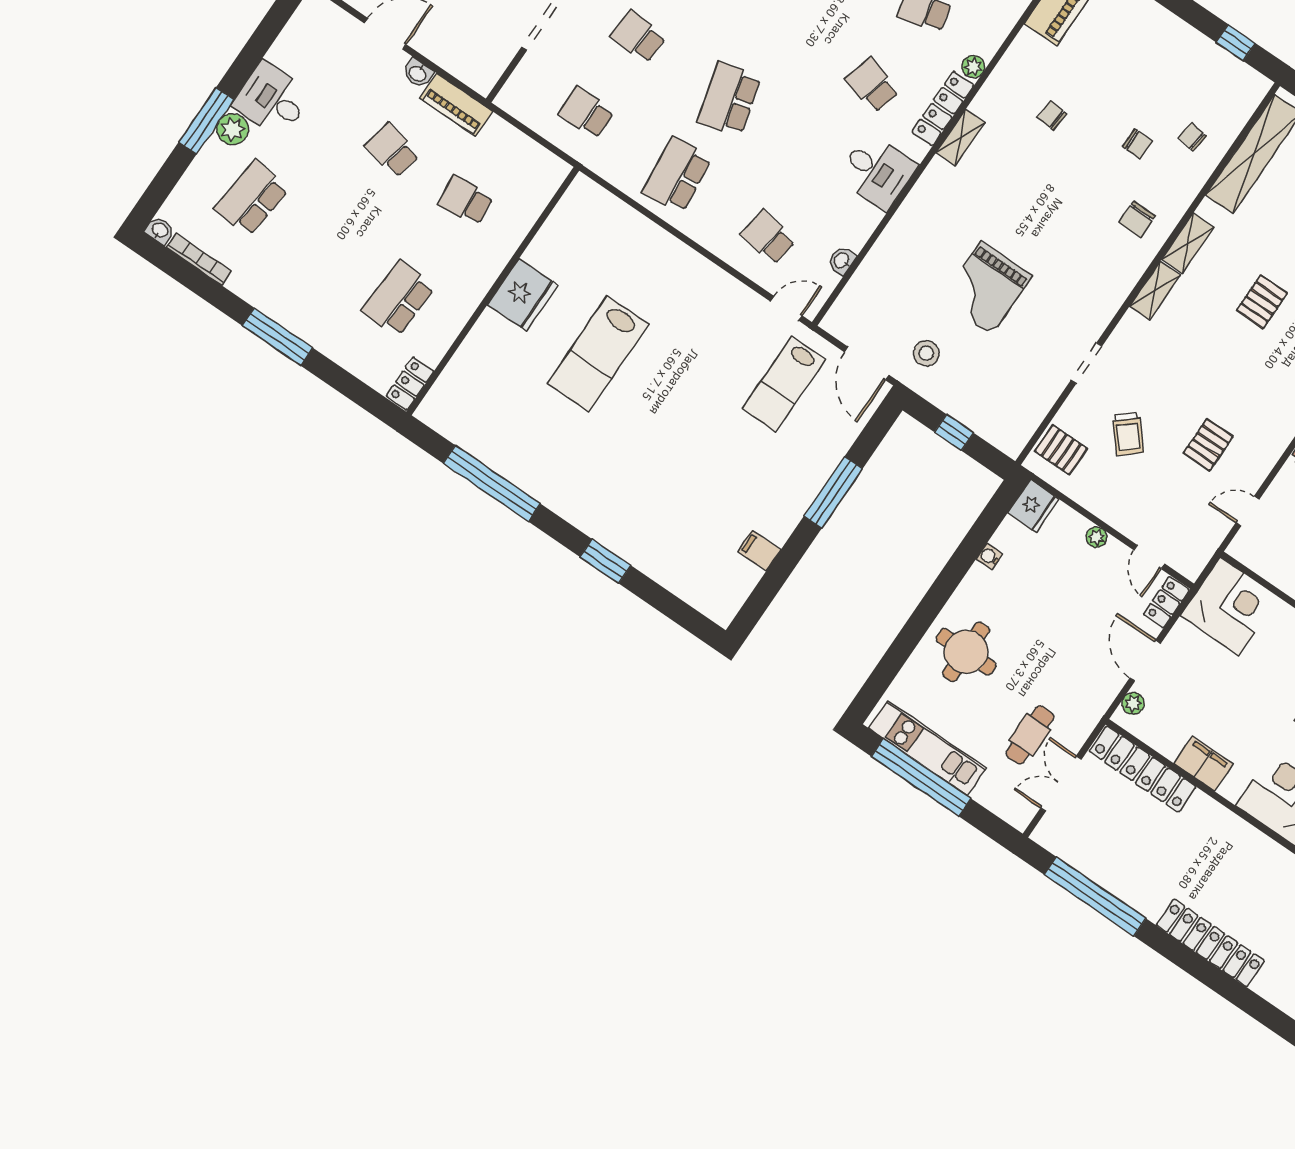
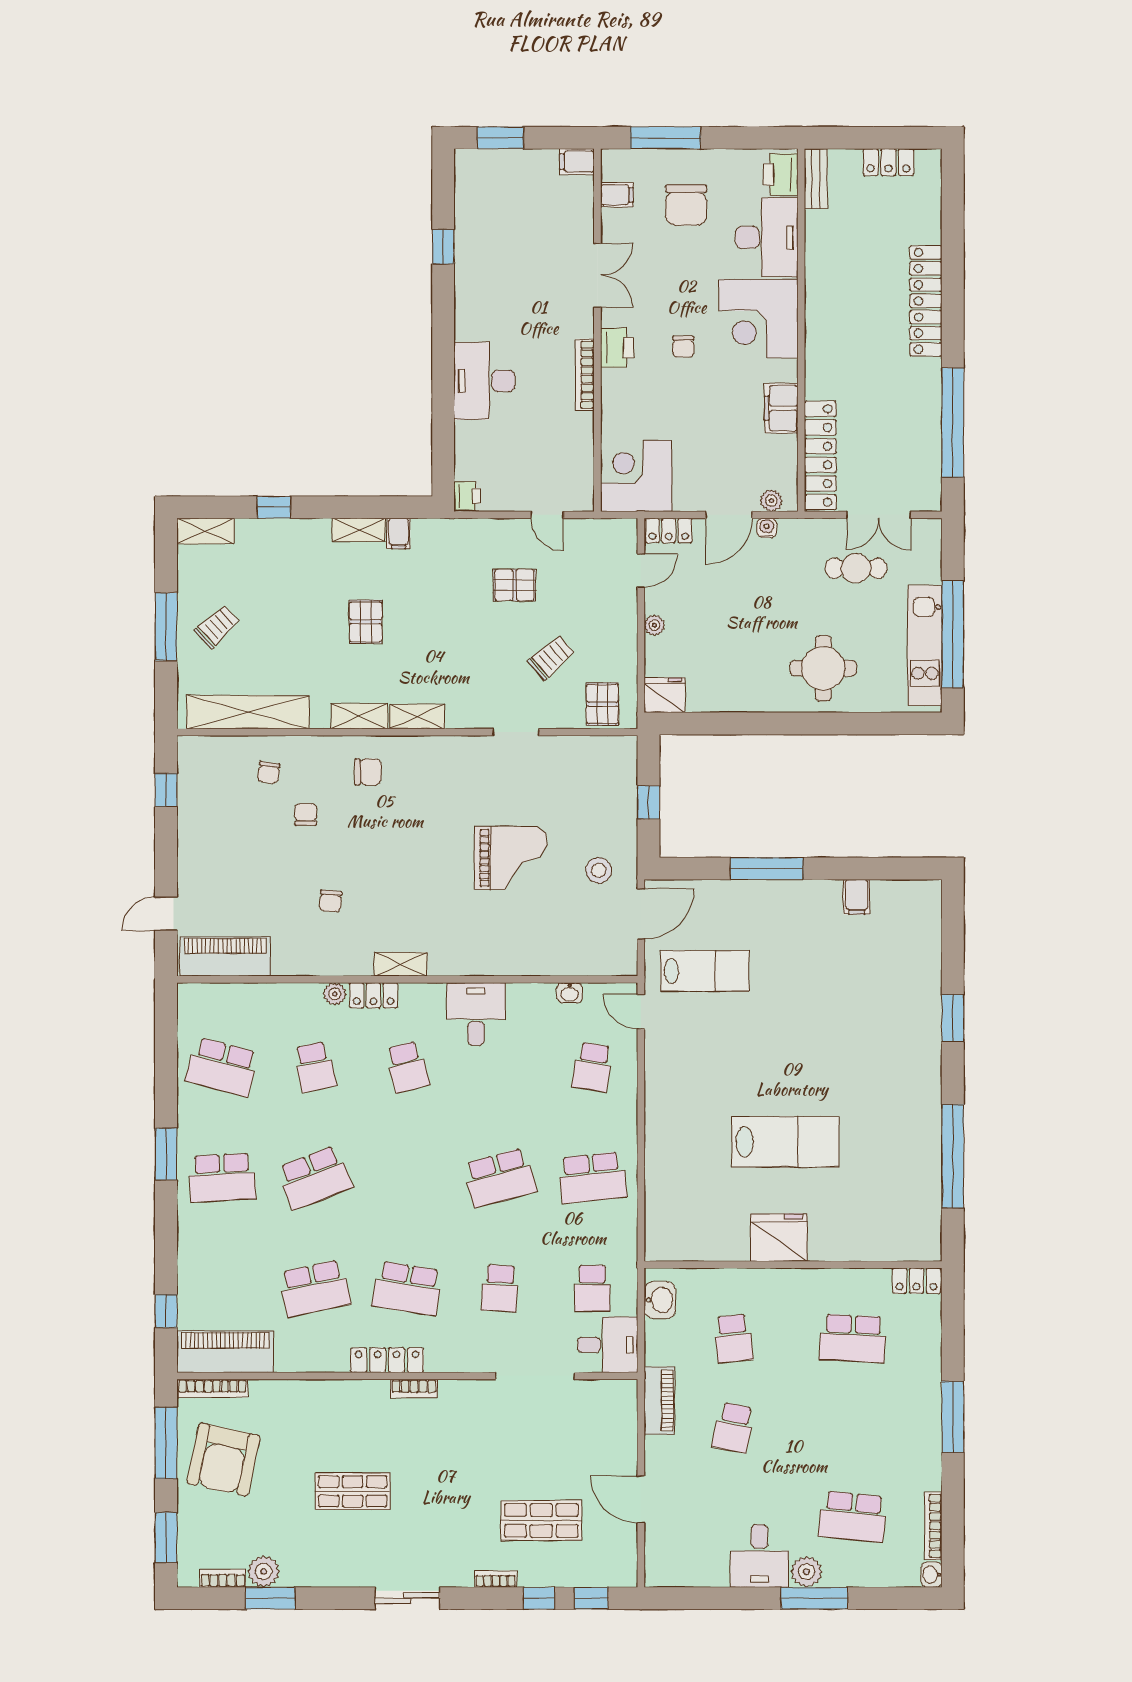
washbasin: (418, 73) -> (660, 1300), moved, width x1.38, depth x1.45
school desk: (872, 85) -> (407, 1067), turned -30
desk: (531, 93) -> (608, 1345), added
locker: (943, 109) -> (373, 995), width x0.66
pallet: (1262, 302) -> (366, 622), turned 90
water cooler: (989, 557) -> (767, 528), moved, turned 180

